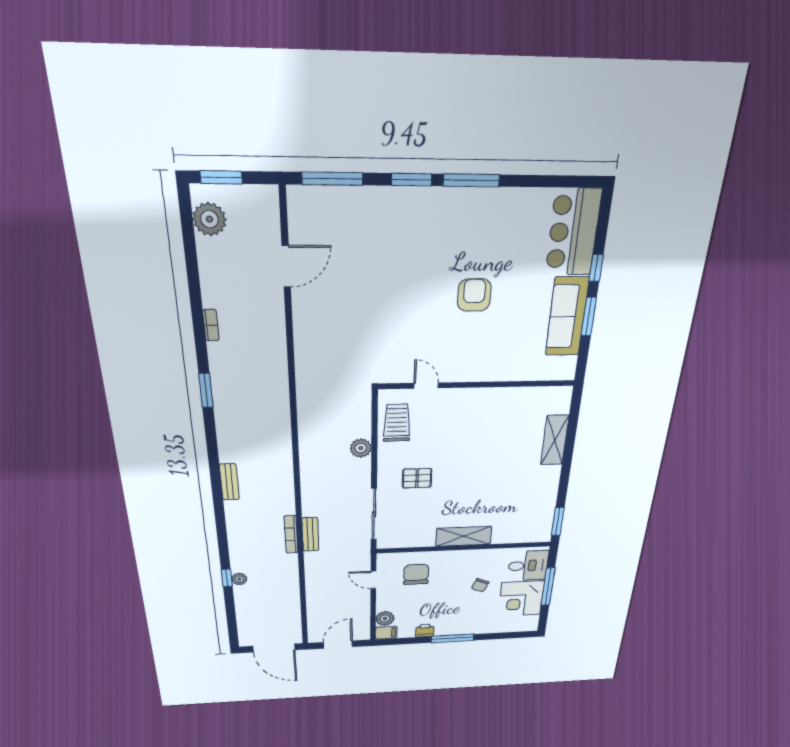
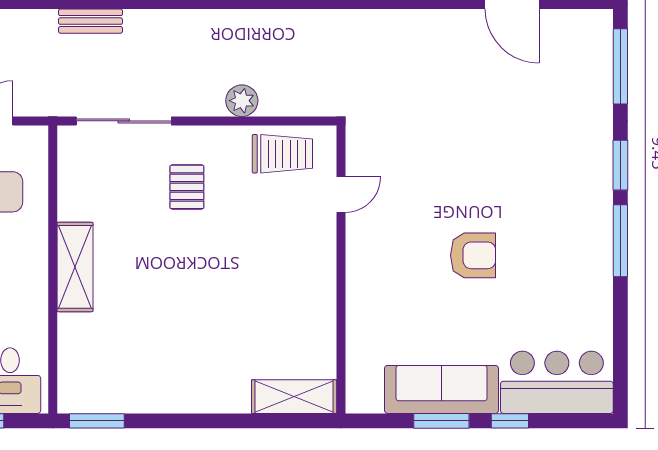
shelving: (555, 440) -> (294, 397), moved

